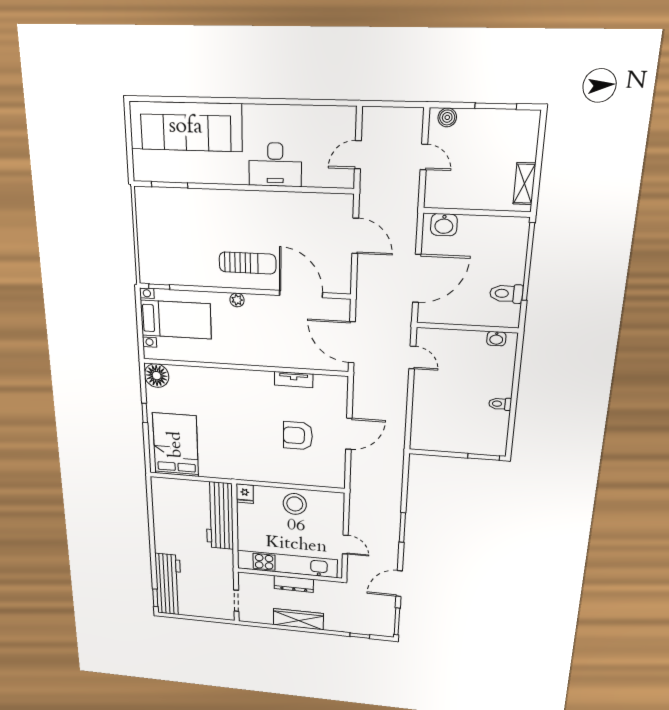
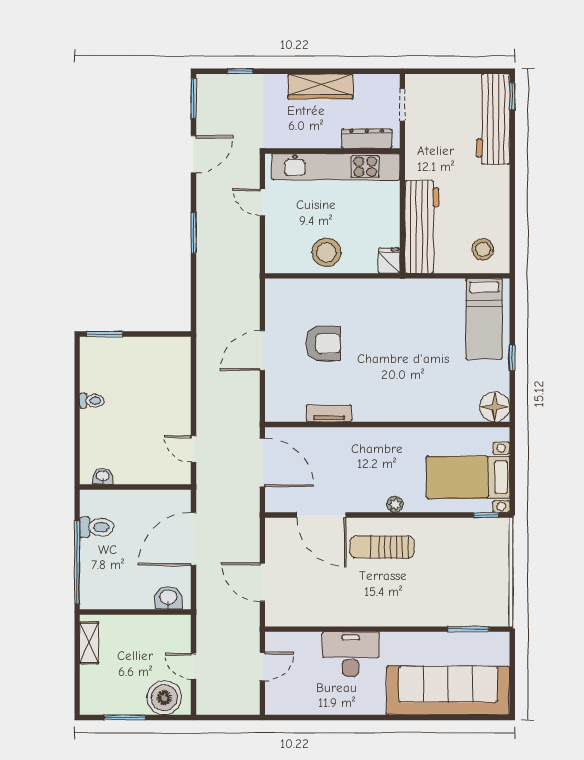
boiler: (447, 117) -> (164, 698), width x1.86, depth x1.86
bed: (176, 445) -> (484, 319), width x0.67
stool: (172, 496) -> (483, 249), added
dresser: (294, 584) -> (367, 139), moved

